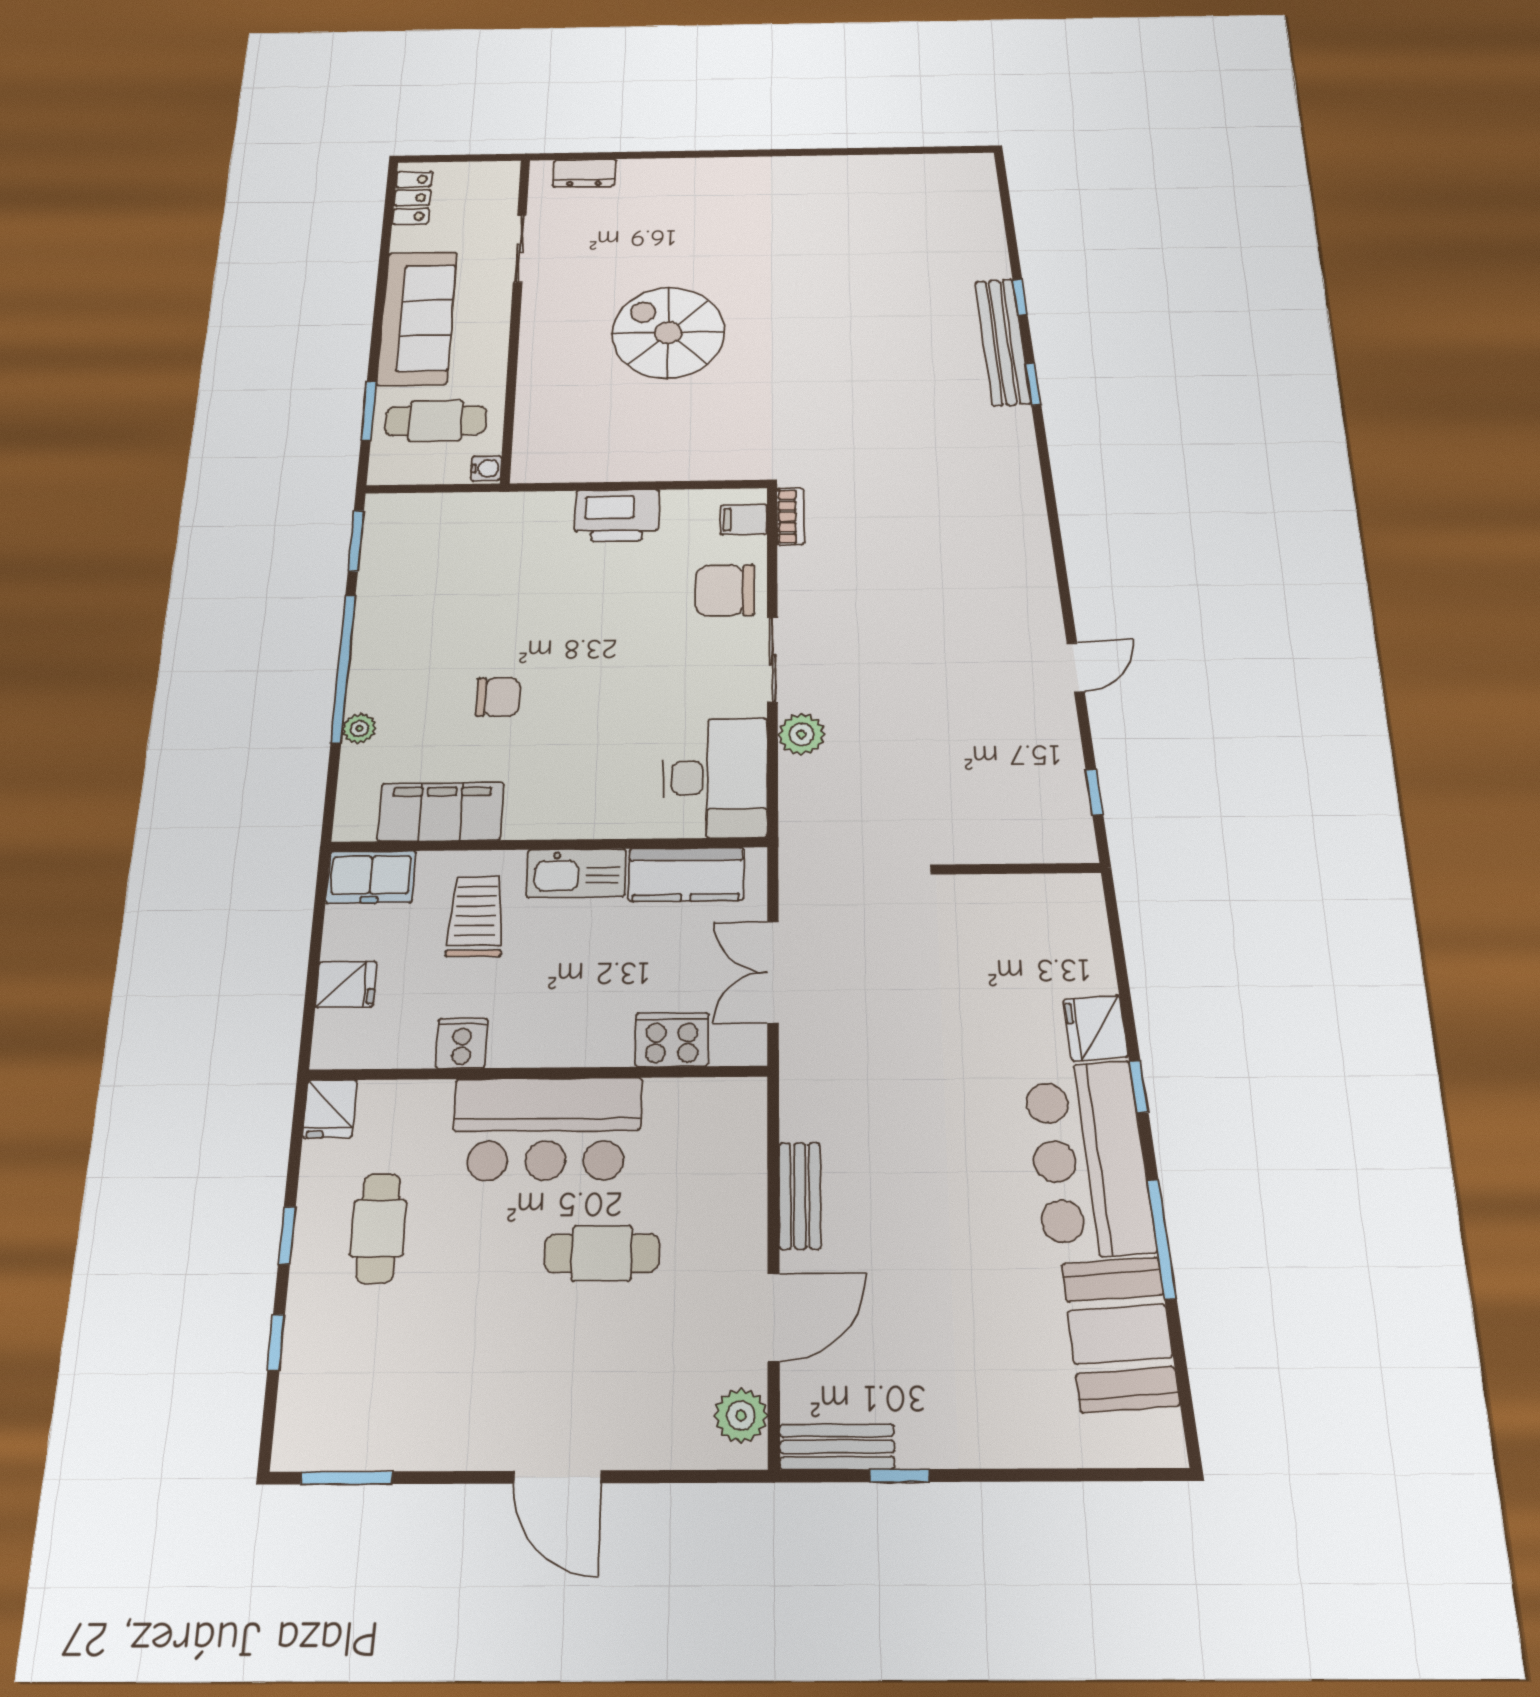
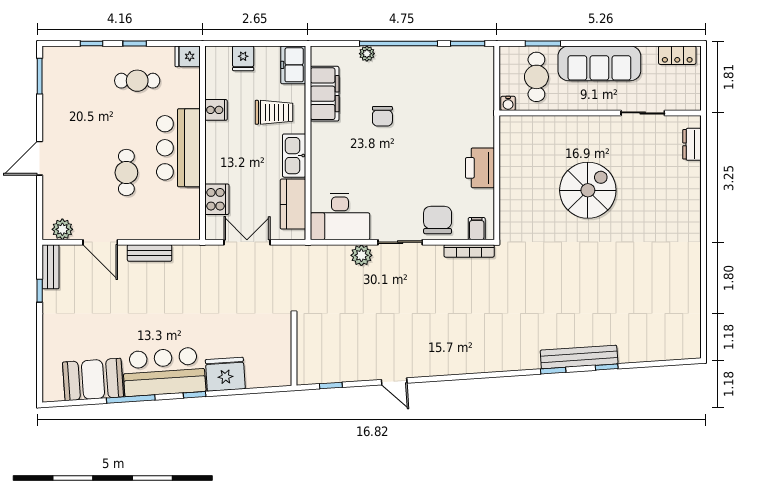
bookcase: (790, 516) -> (469, 251), width x1.56
fridge: (1096, 1028) -> (225, 374), width x1.36, depth x1.34

